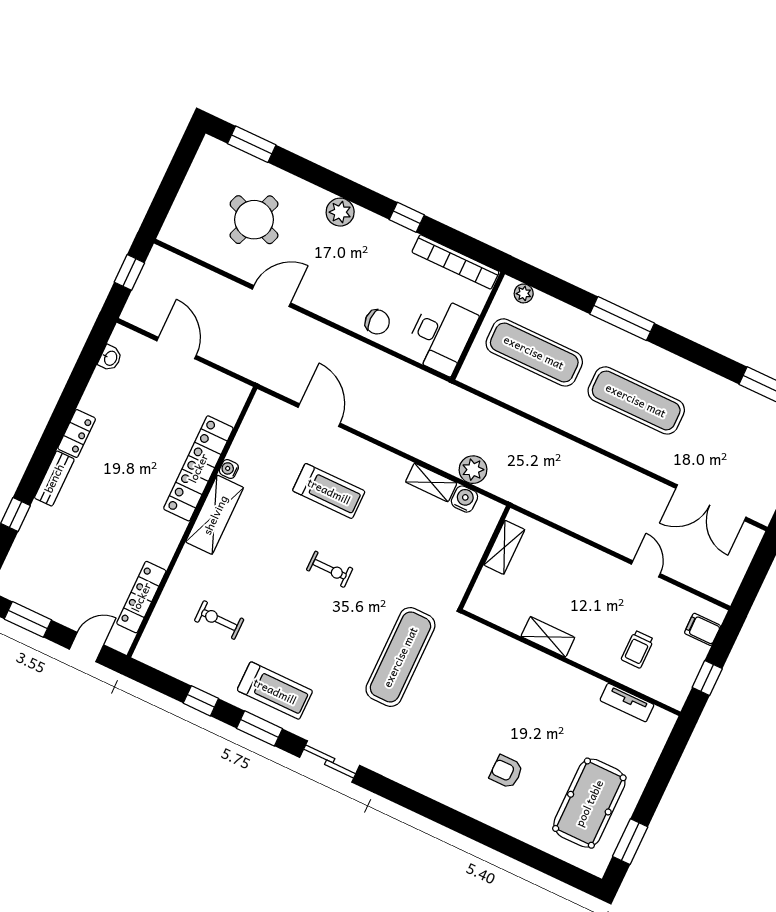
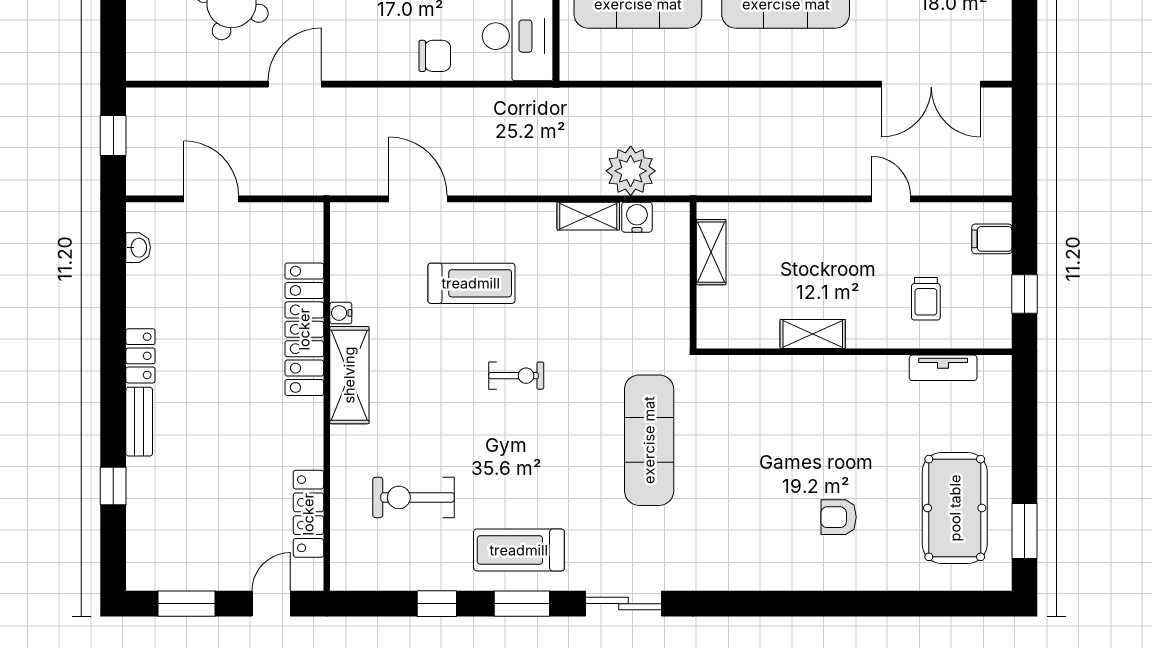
plant: (473, 470) -> (631, 171), width x1.36, depth x1.36
exercise bike: (219, 620) -> (413, 497), width x1.38, depth x1.39
treadmill: (275, 691) -> (519, 550), turned 180

